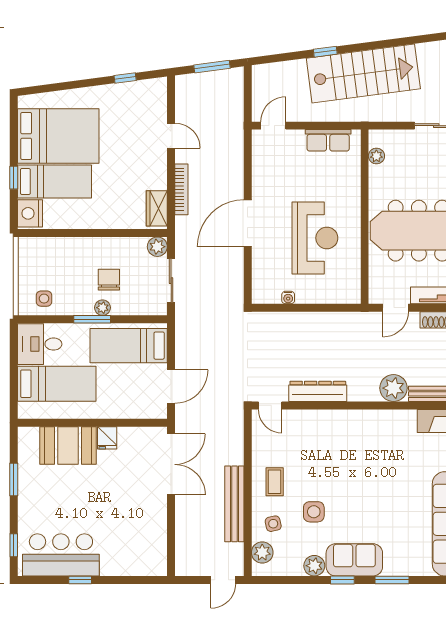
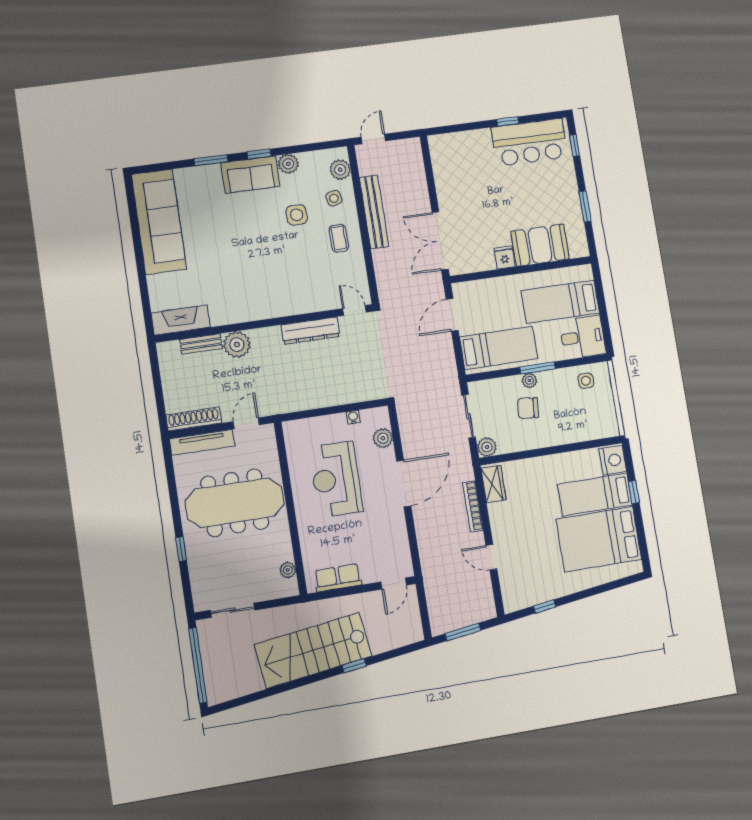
plant: (262, 272) -> (383, 438), added
chair: (109, 280) -> (528, 408), turned 95

